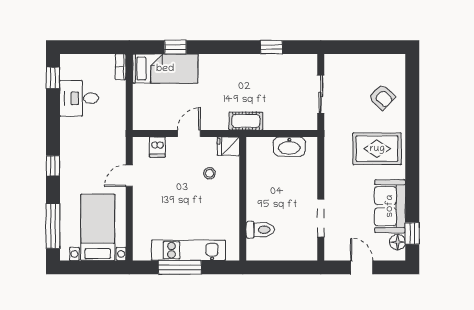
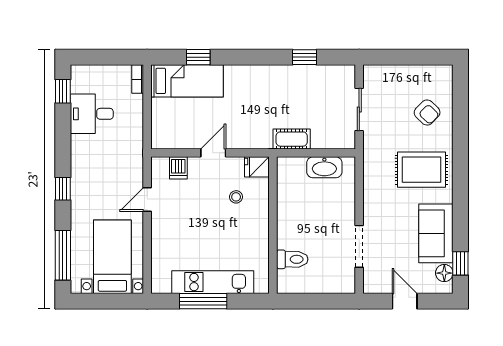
cot: (246, 121) -> (292, 139), moved

